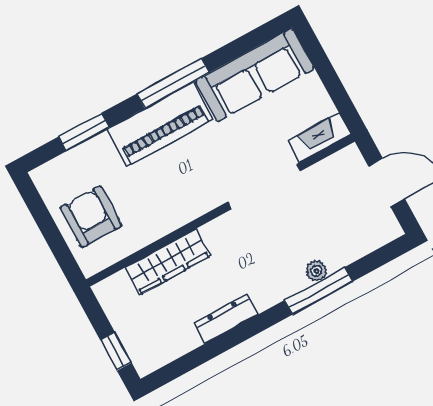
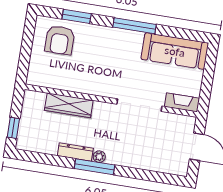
piano: (160, 124) -> (114, 40), removed
armchair: (91, 217) -> (60, 40), moved, turned 180
plant: (316, 271) -> (99, 157), moved
window: (319, 291) -> (94, 167), moved

